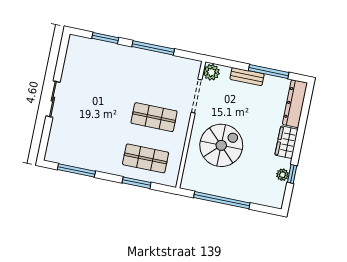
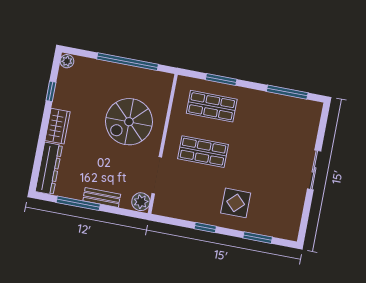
window: (153, 48) -> (205, 228), width x0.46
display table: (125, 70) -> (236, 203), added
plant: (283, 175) -> (67, 61), moved

